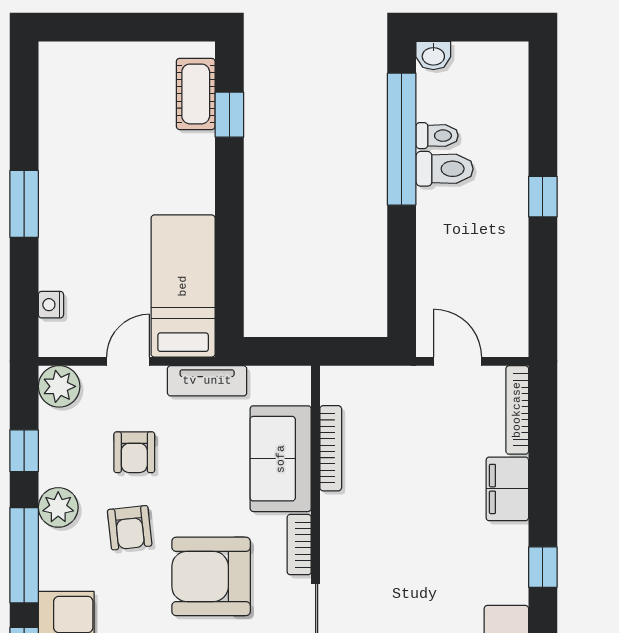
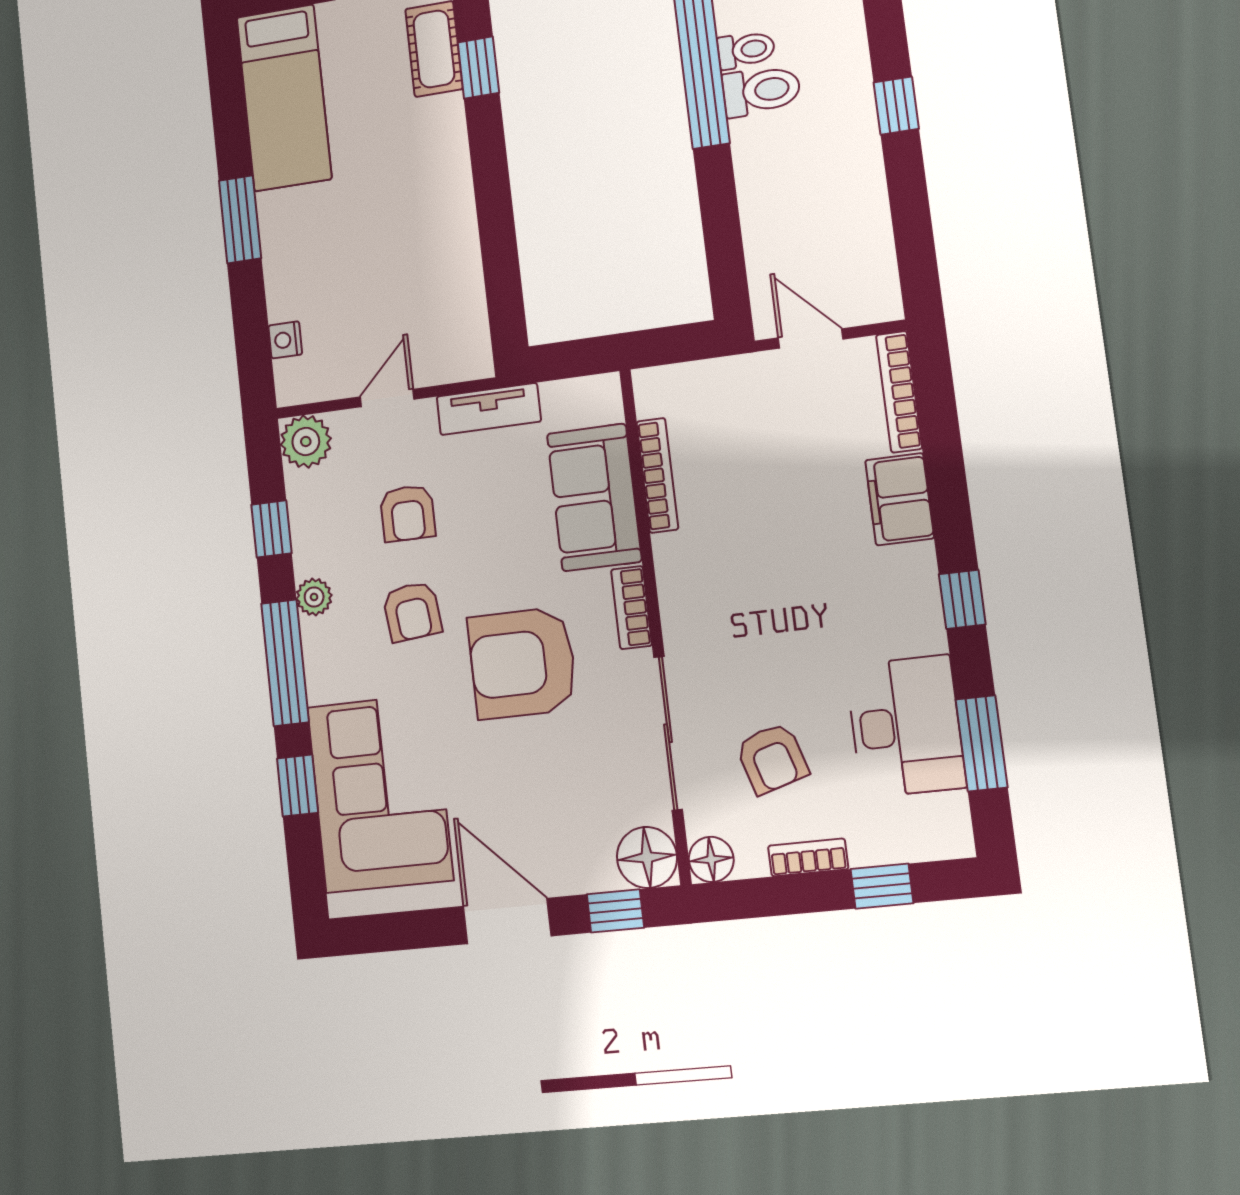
bed: (183, 286) -> (284, 98), moved, turned 180
plant: (58, 507) -> (314, 597), width x0.73, depth x0.73

